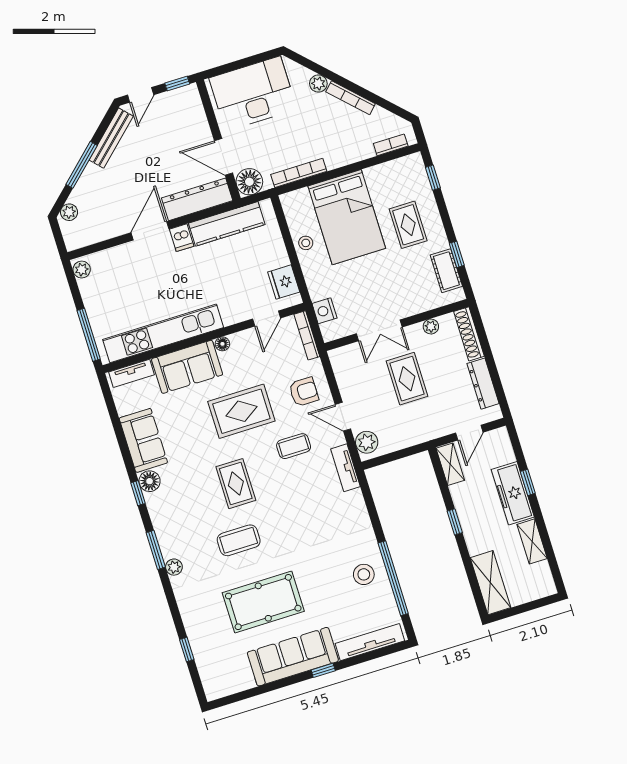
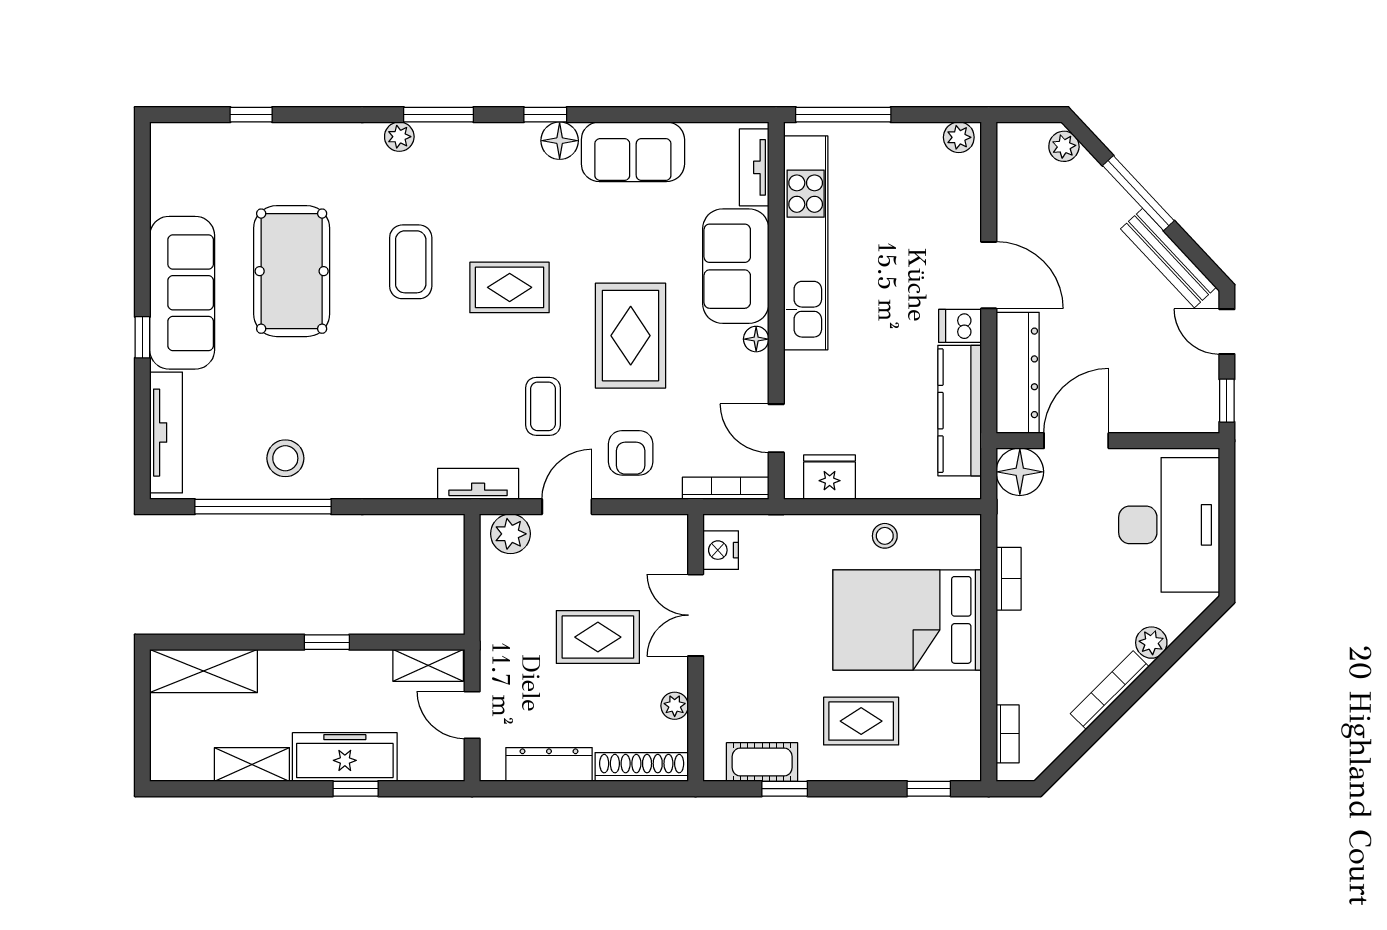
bookcase: (299, 173) -> (1009, 579), width x0.64
nightstand: (324, 311) -> (721, 550), moved, turned -90

